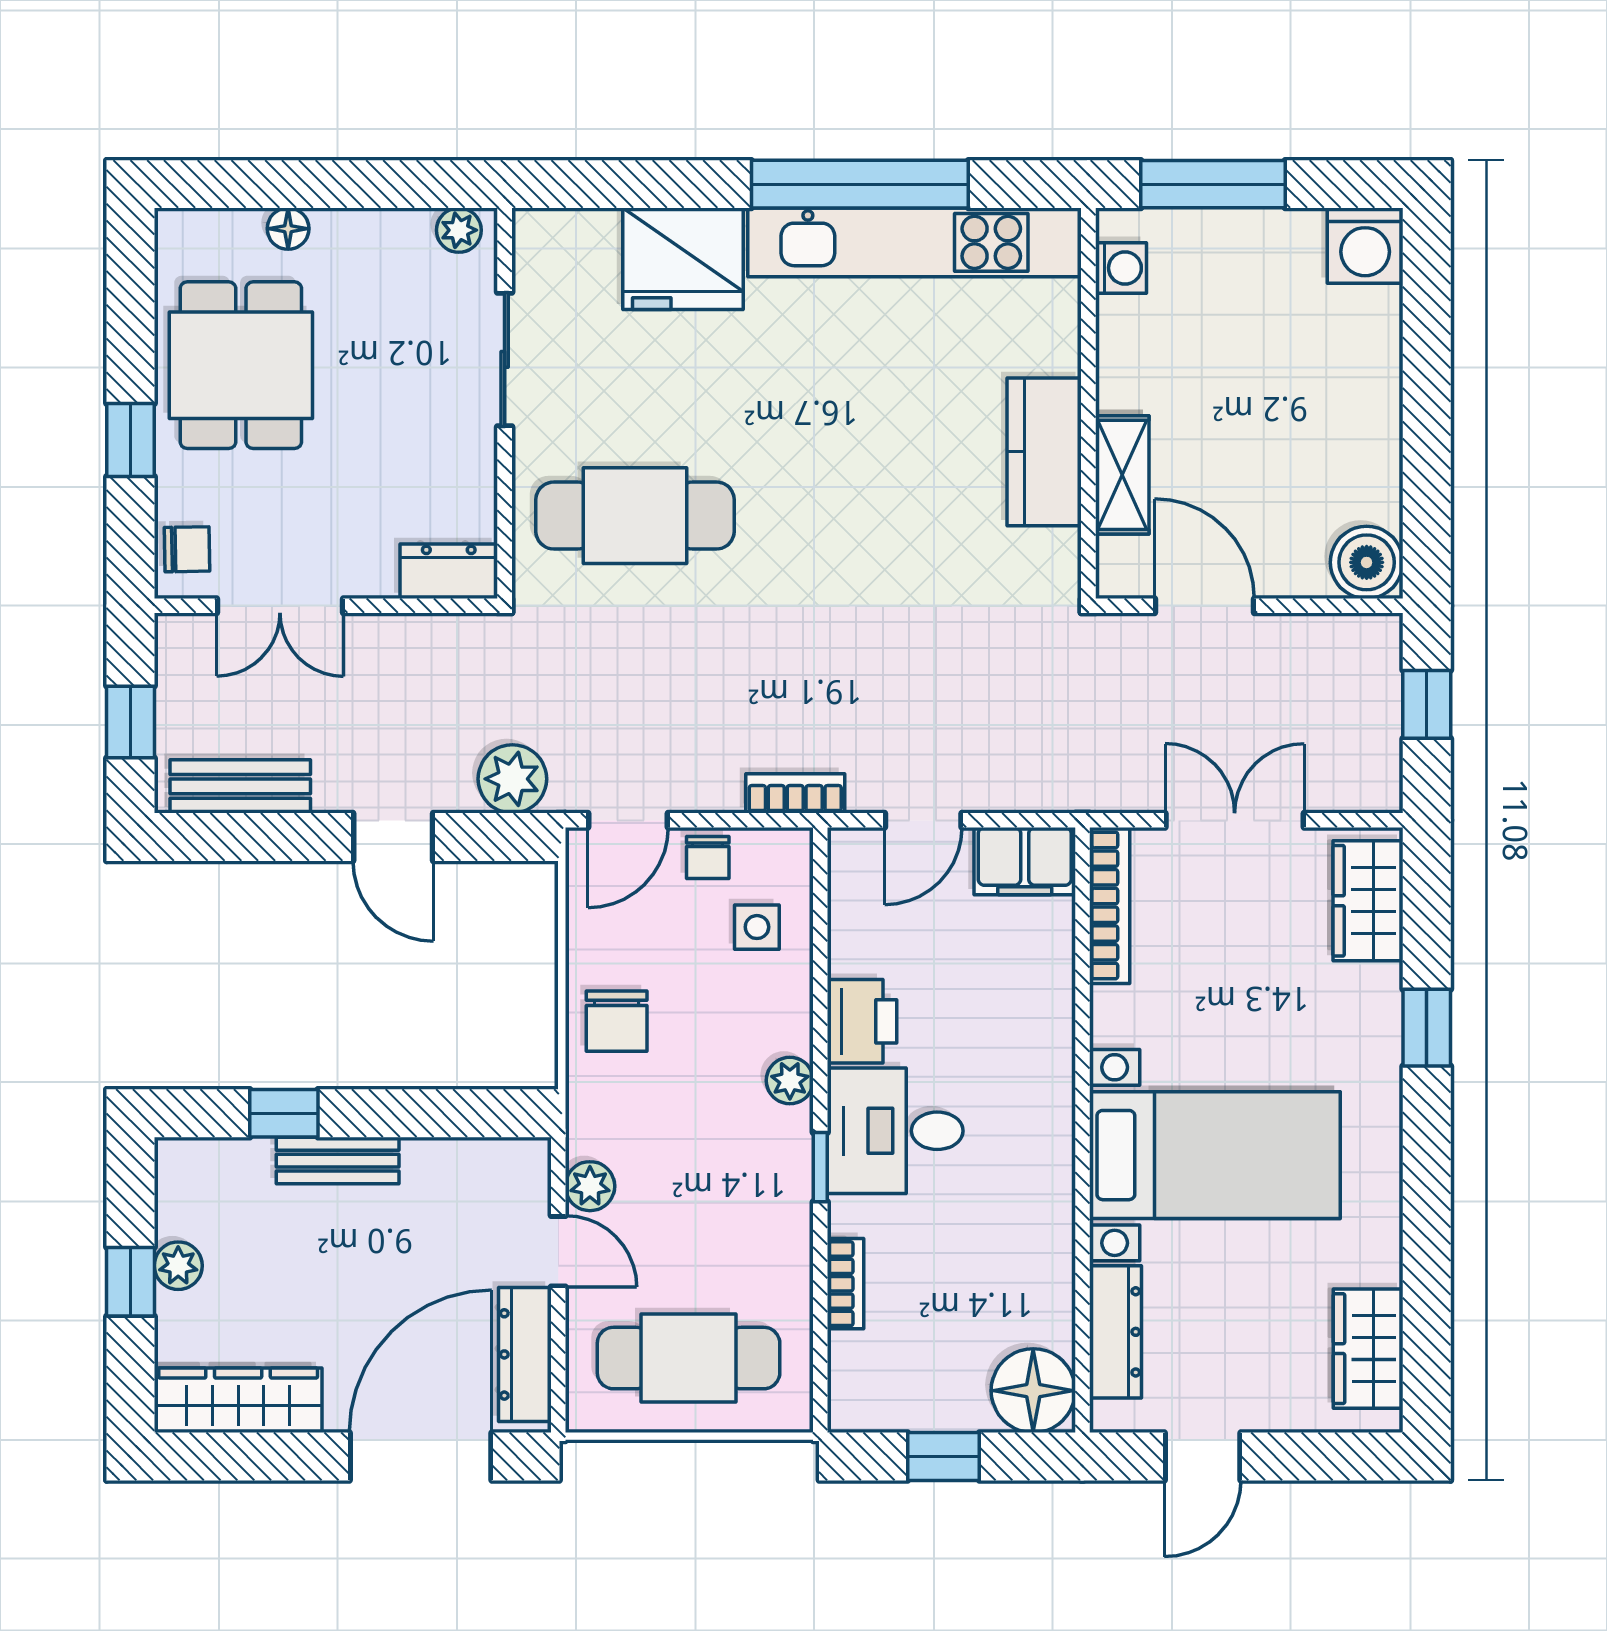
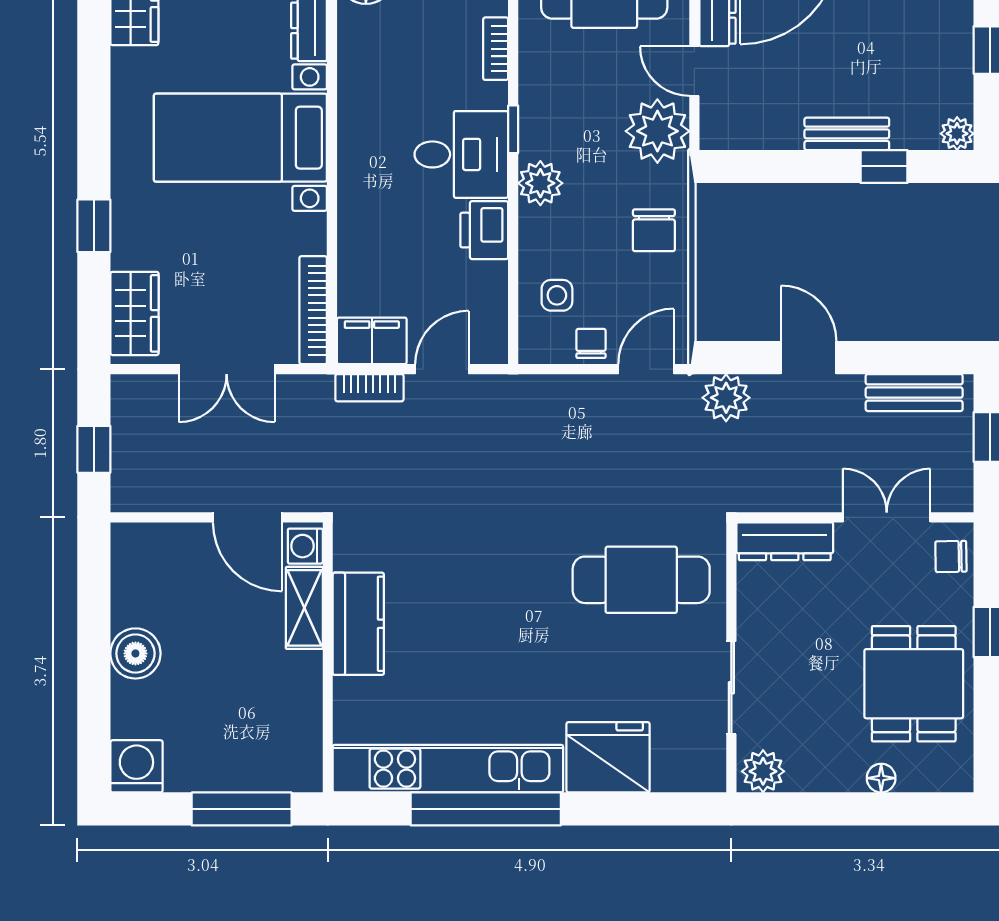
plant: (459, 230) -> (763, 771), width x1.38, depth x1.38
washing machine: (1121, 268) -> (305, 546), moved
boiler: (1367, 562) -> (135, 653), moved
dresser: (449, 571) -> (785, 541), width x1.44
bookcase: (795, 793) -> (369, 388), moved
chair: (617, 1021) -> (654, 230), turned 180
plant: (790, 1080) -> (540, 183), width x1.38, depth x1.38
plant: (590, 1186) -> (657, 131), width x1.88, depth x1.88
plant: (178, 1266) -> (957, 134), moved

